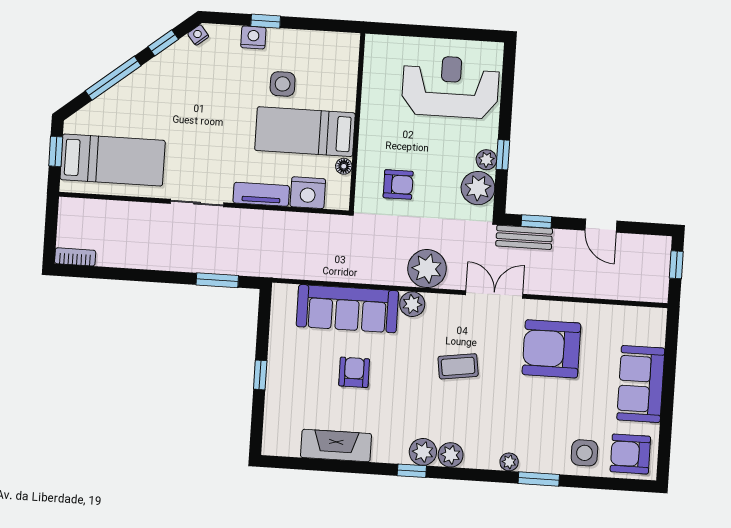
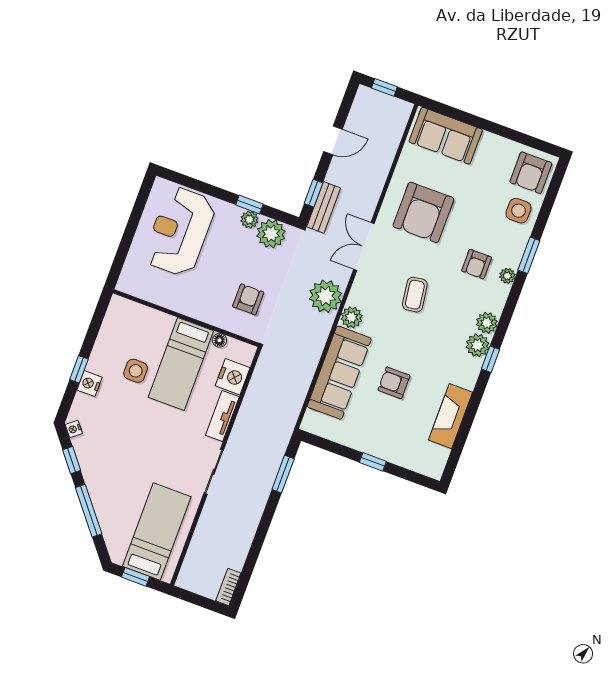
sofa: (641, 384) -> (446, 136), moved
armchair: (512, 424) -> (477, 264), added

